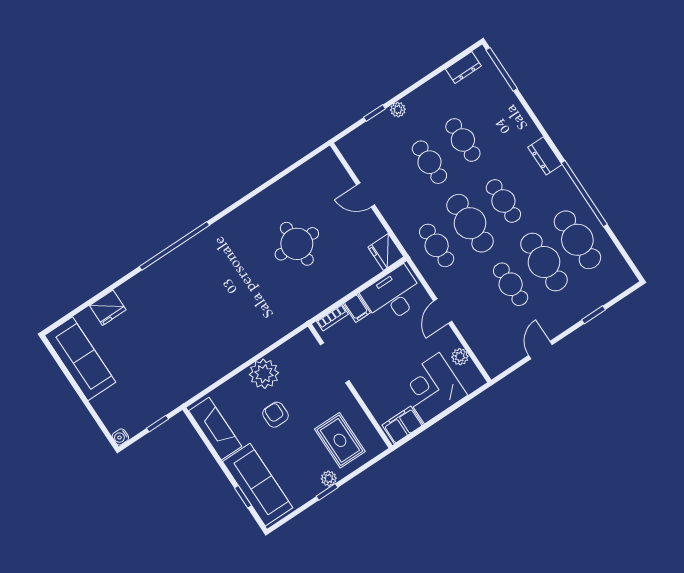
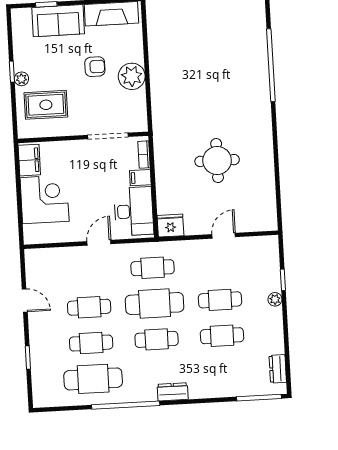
cafe table: (544, 262) -> (91, 343), width x0.73, depth x0.74
door: (443, 311) -> (99, 243), hinge flipped
plant: (460, 357) -> (56, 235), removed
sofa: (258, 485) -> (58, 21), width x0.73

